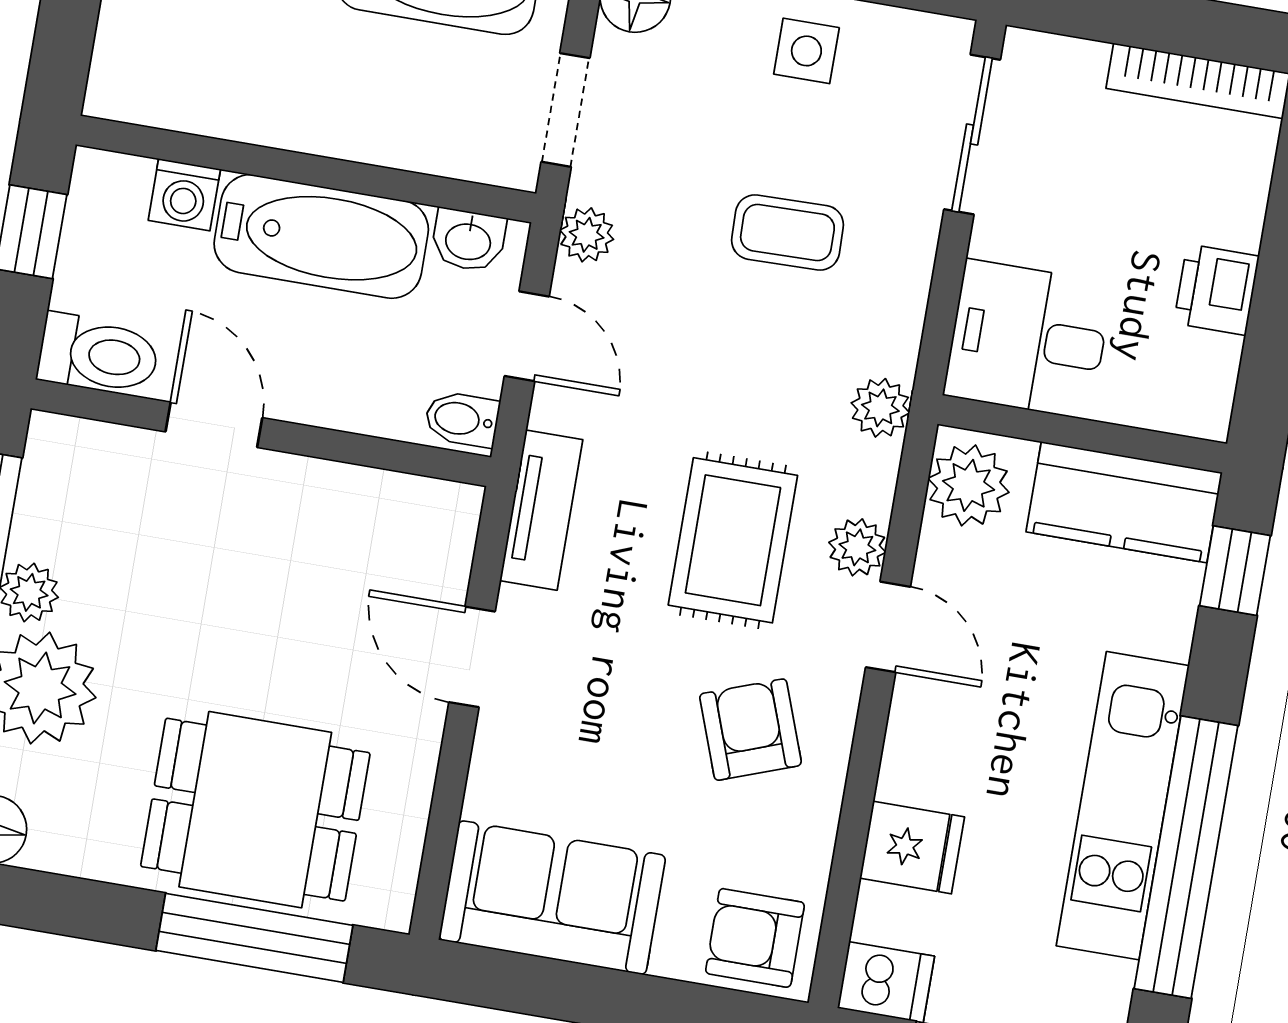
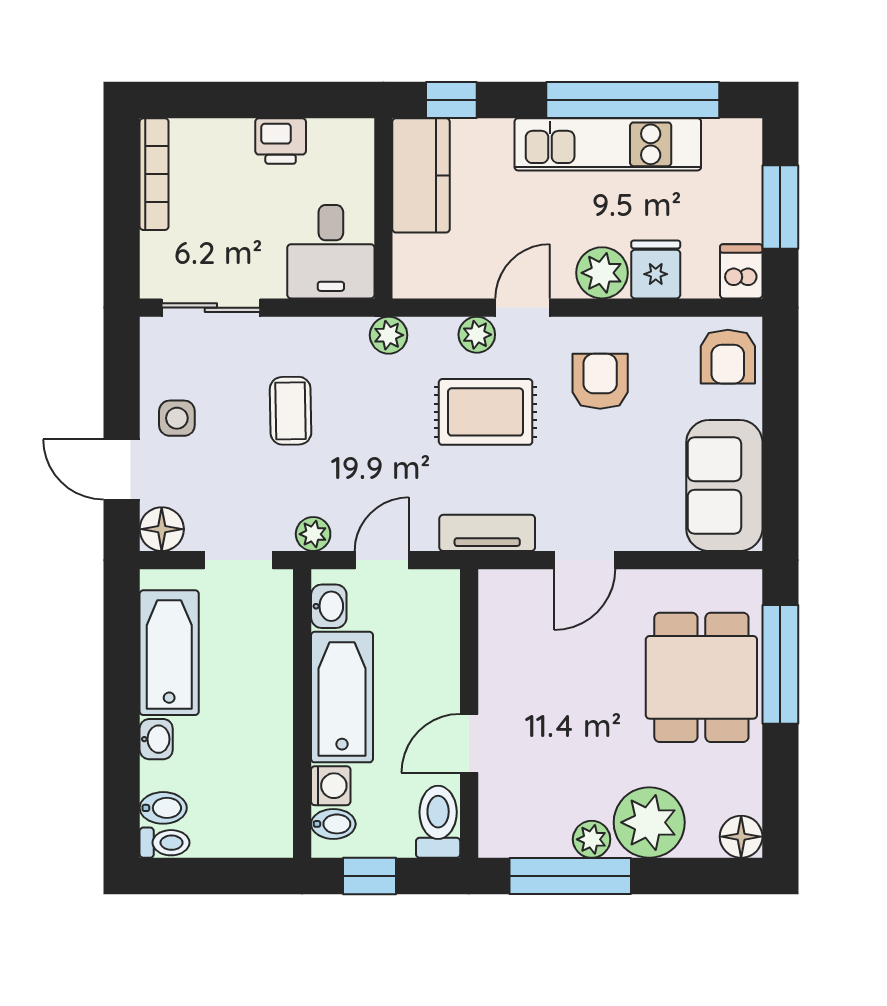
bidet: (462, 419) -> (333, 824), moved, turned -90
plant: (969, 485) -> (602, 273), moved
armchair: (751, 730) -> (600, 381), turned 110

